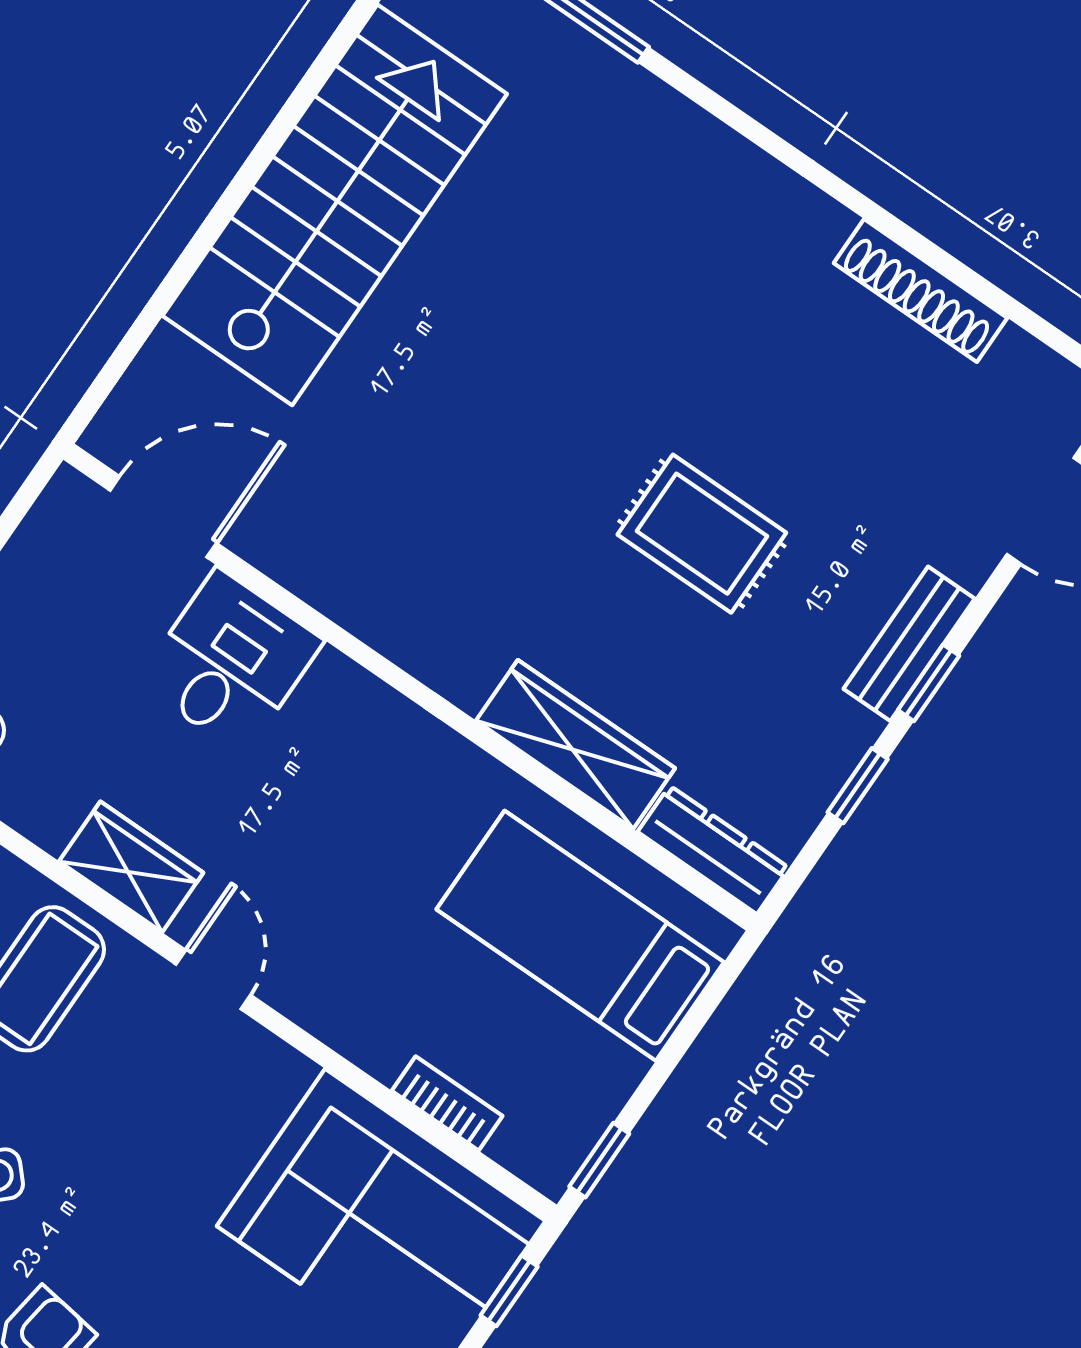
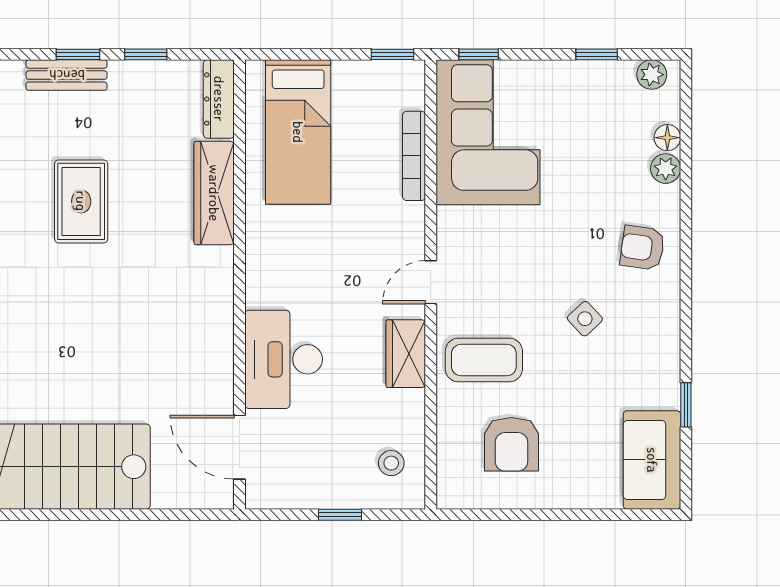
desk: (230, 662) -> (284, 359), width x1.37
bookcase: (447, 1103) -> (414, 156), width x1.56

